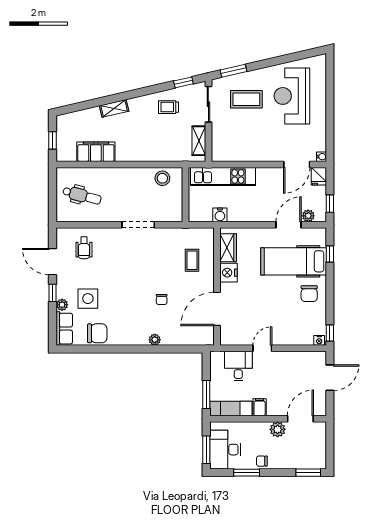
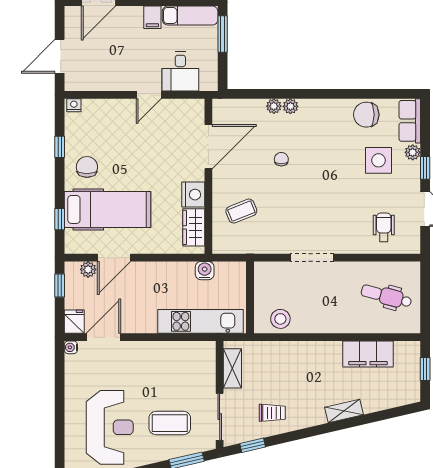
coffee table: (192, 260) -> (241, 211), turned 68
window: (330, 333) -> (60, 147), moved
plant: (167, 340) -> (274, 106), added

